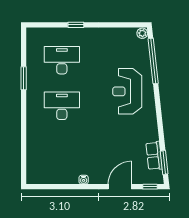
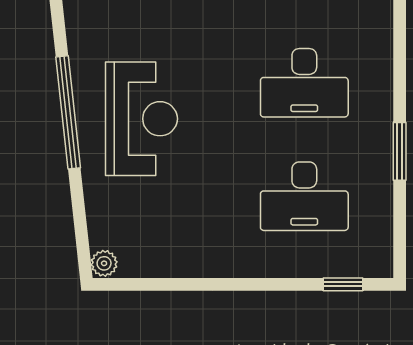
window: (76, 25) -> (343, 284), moved
window: (153, 61) -> (68, 112), moved

